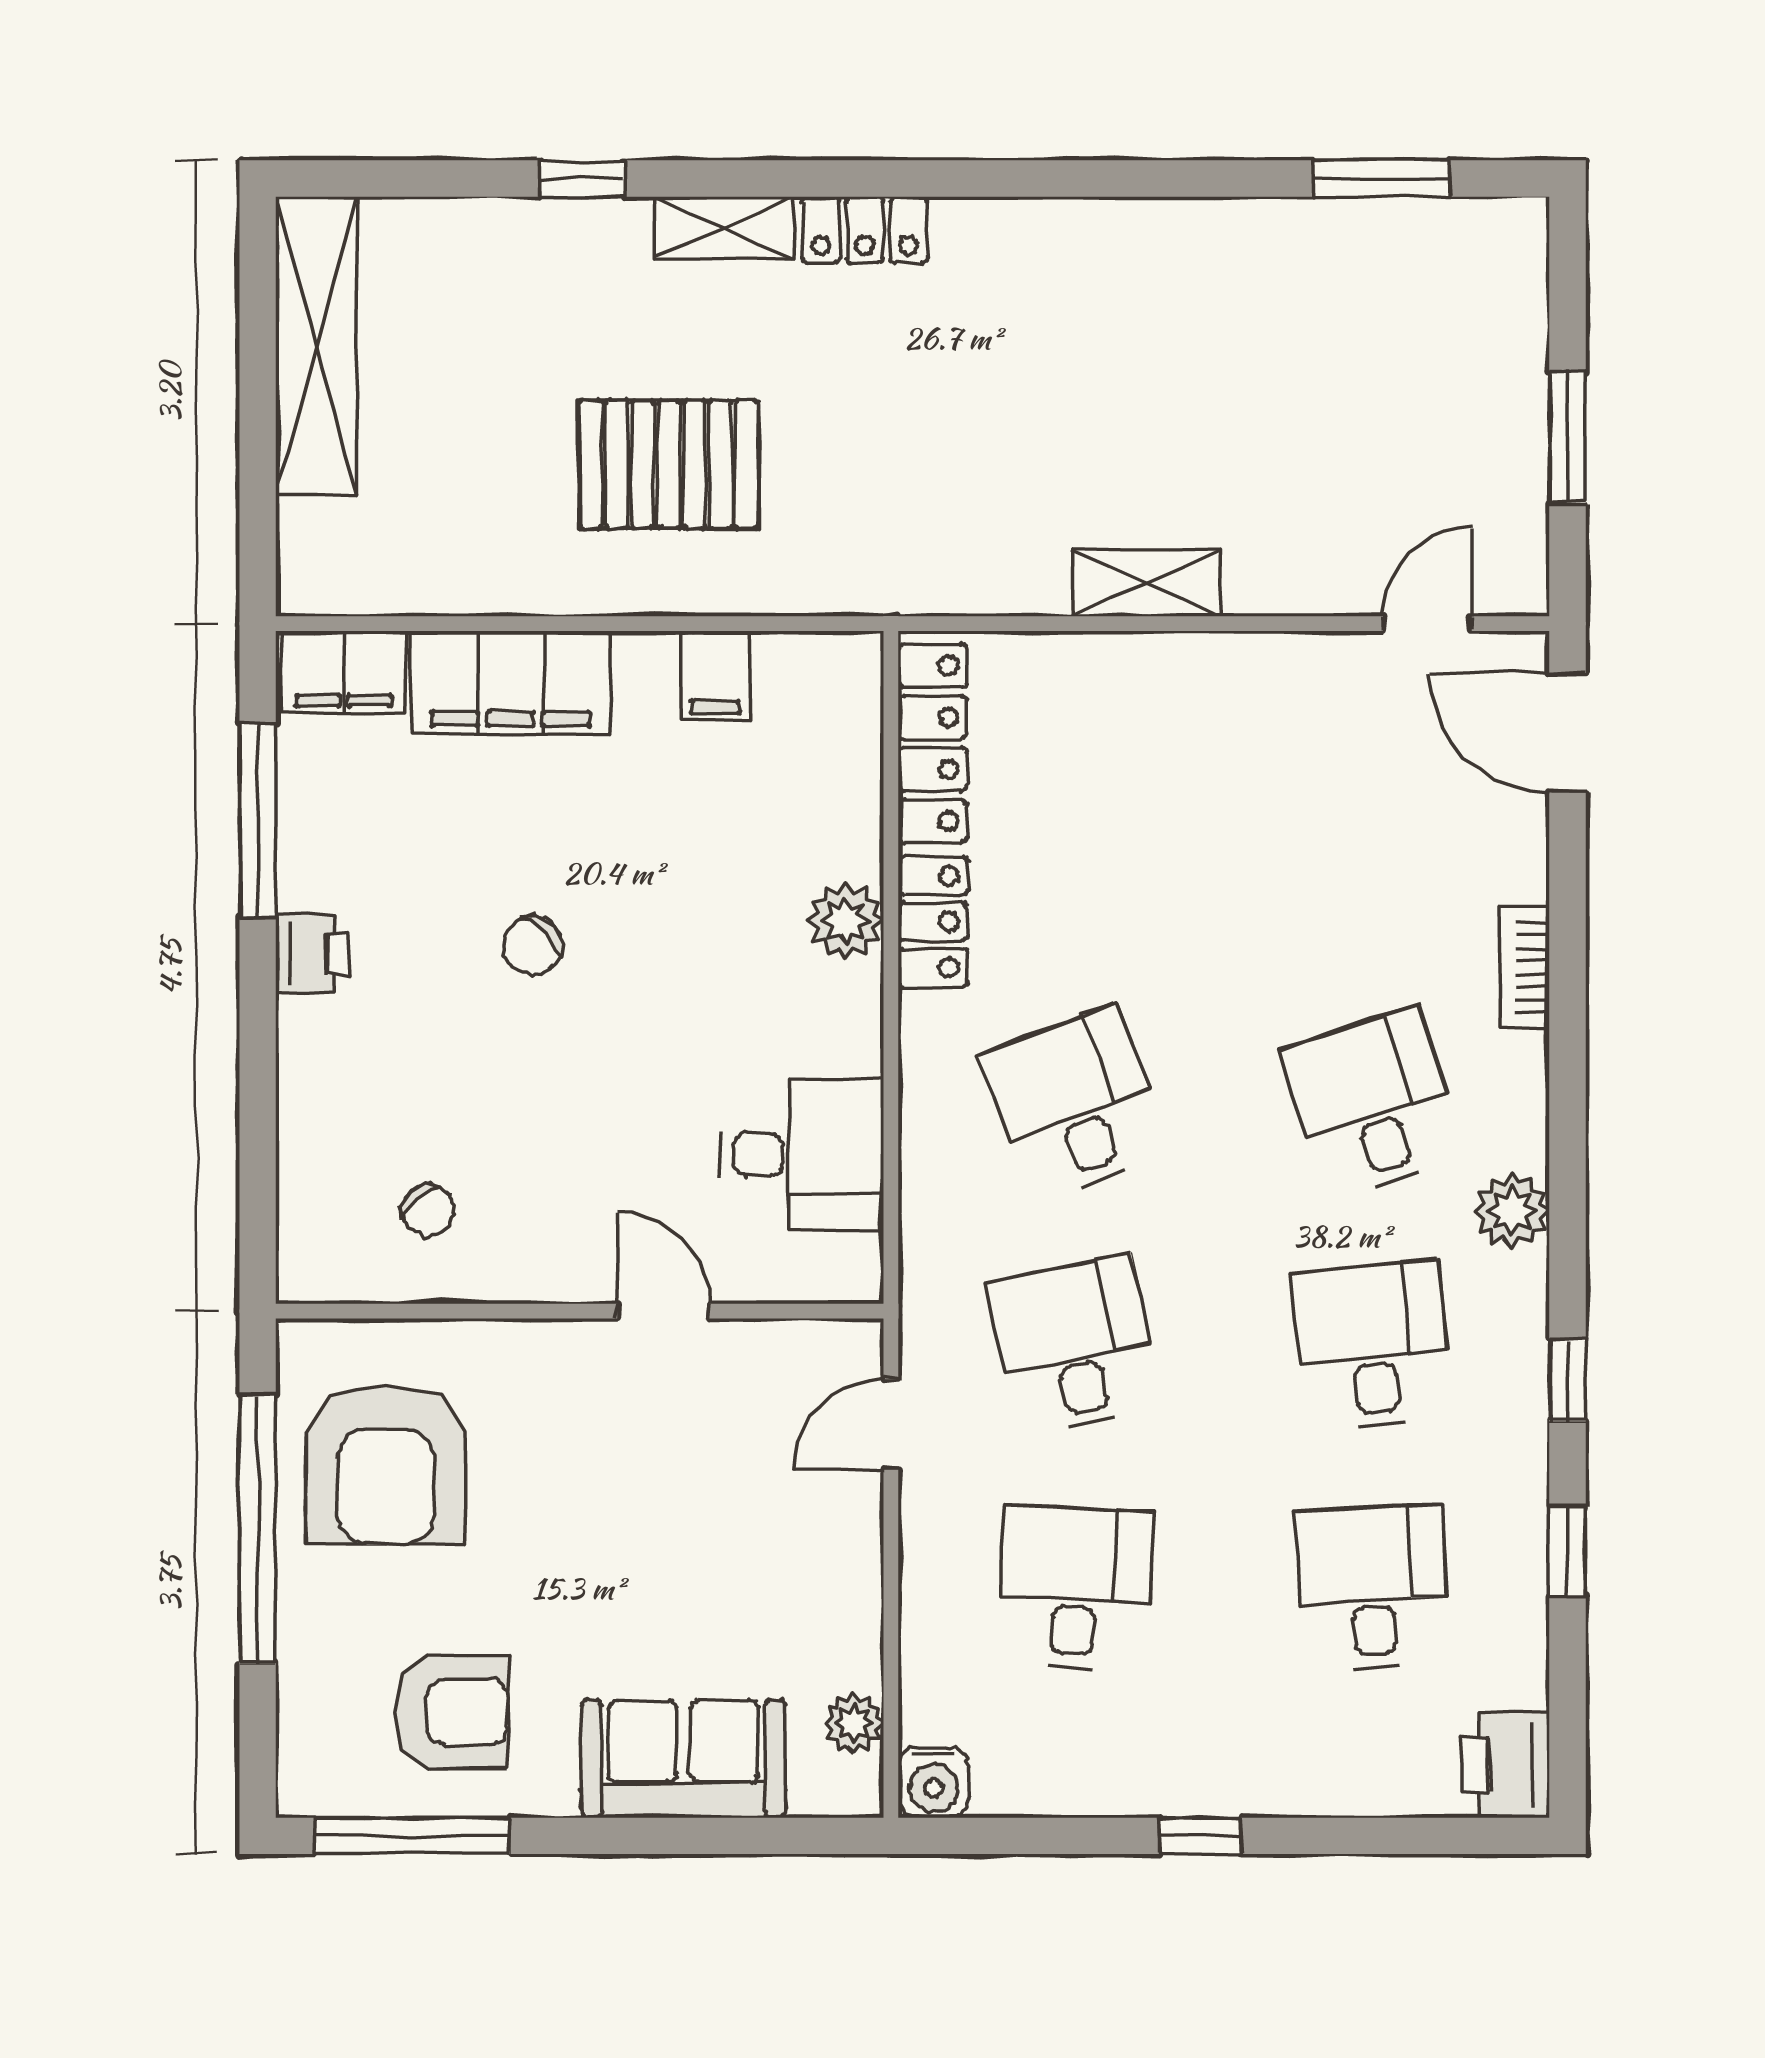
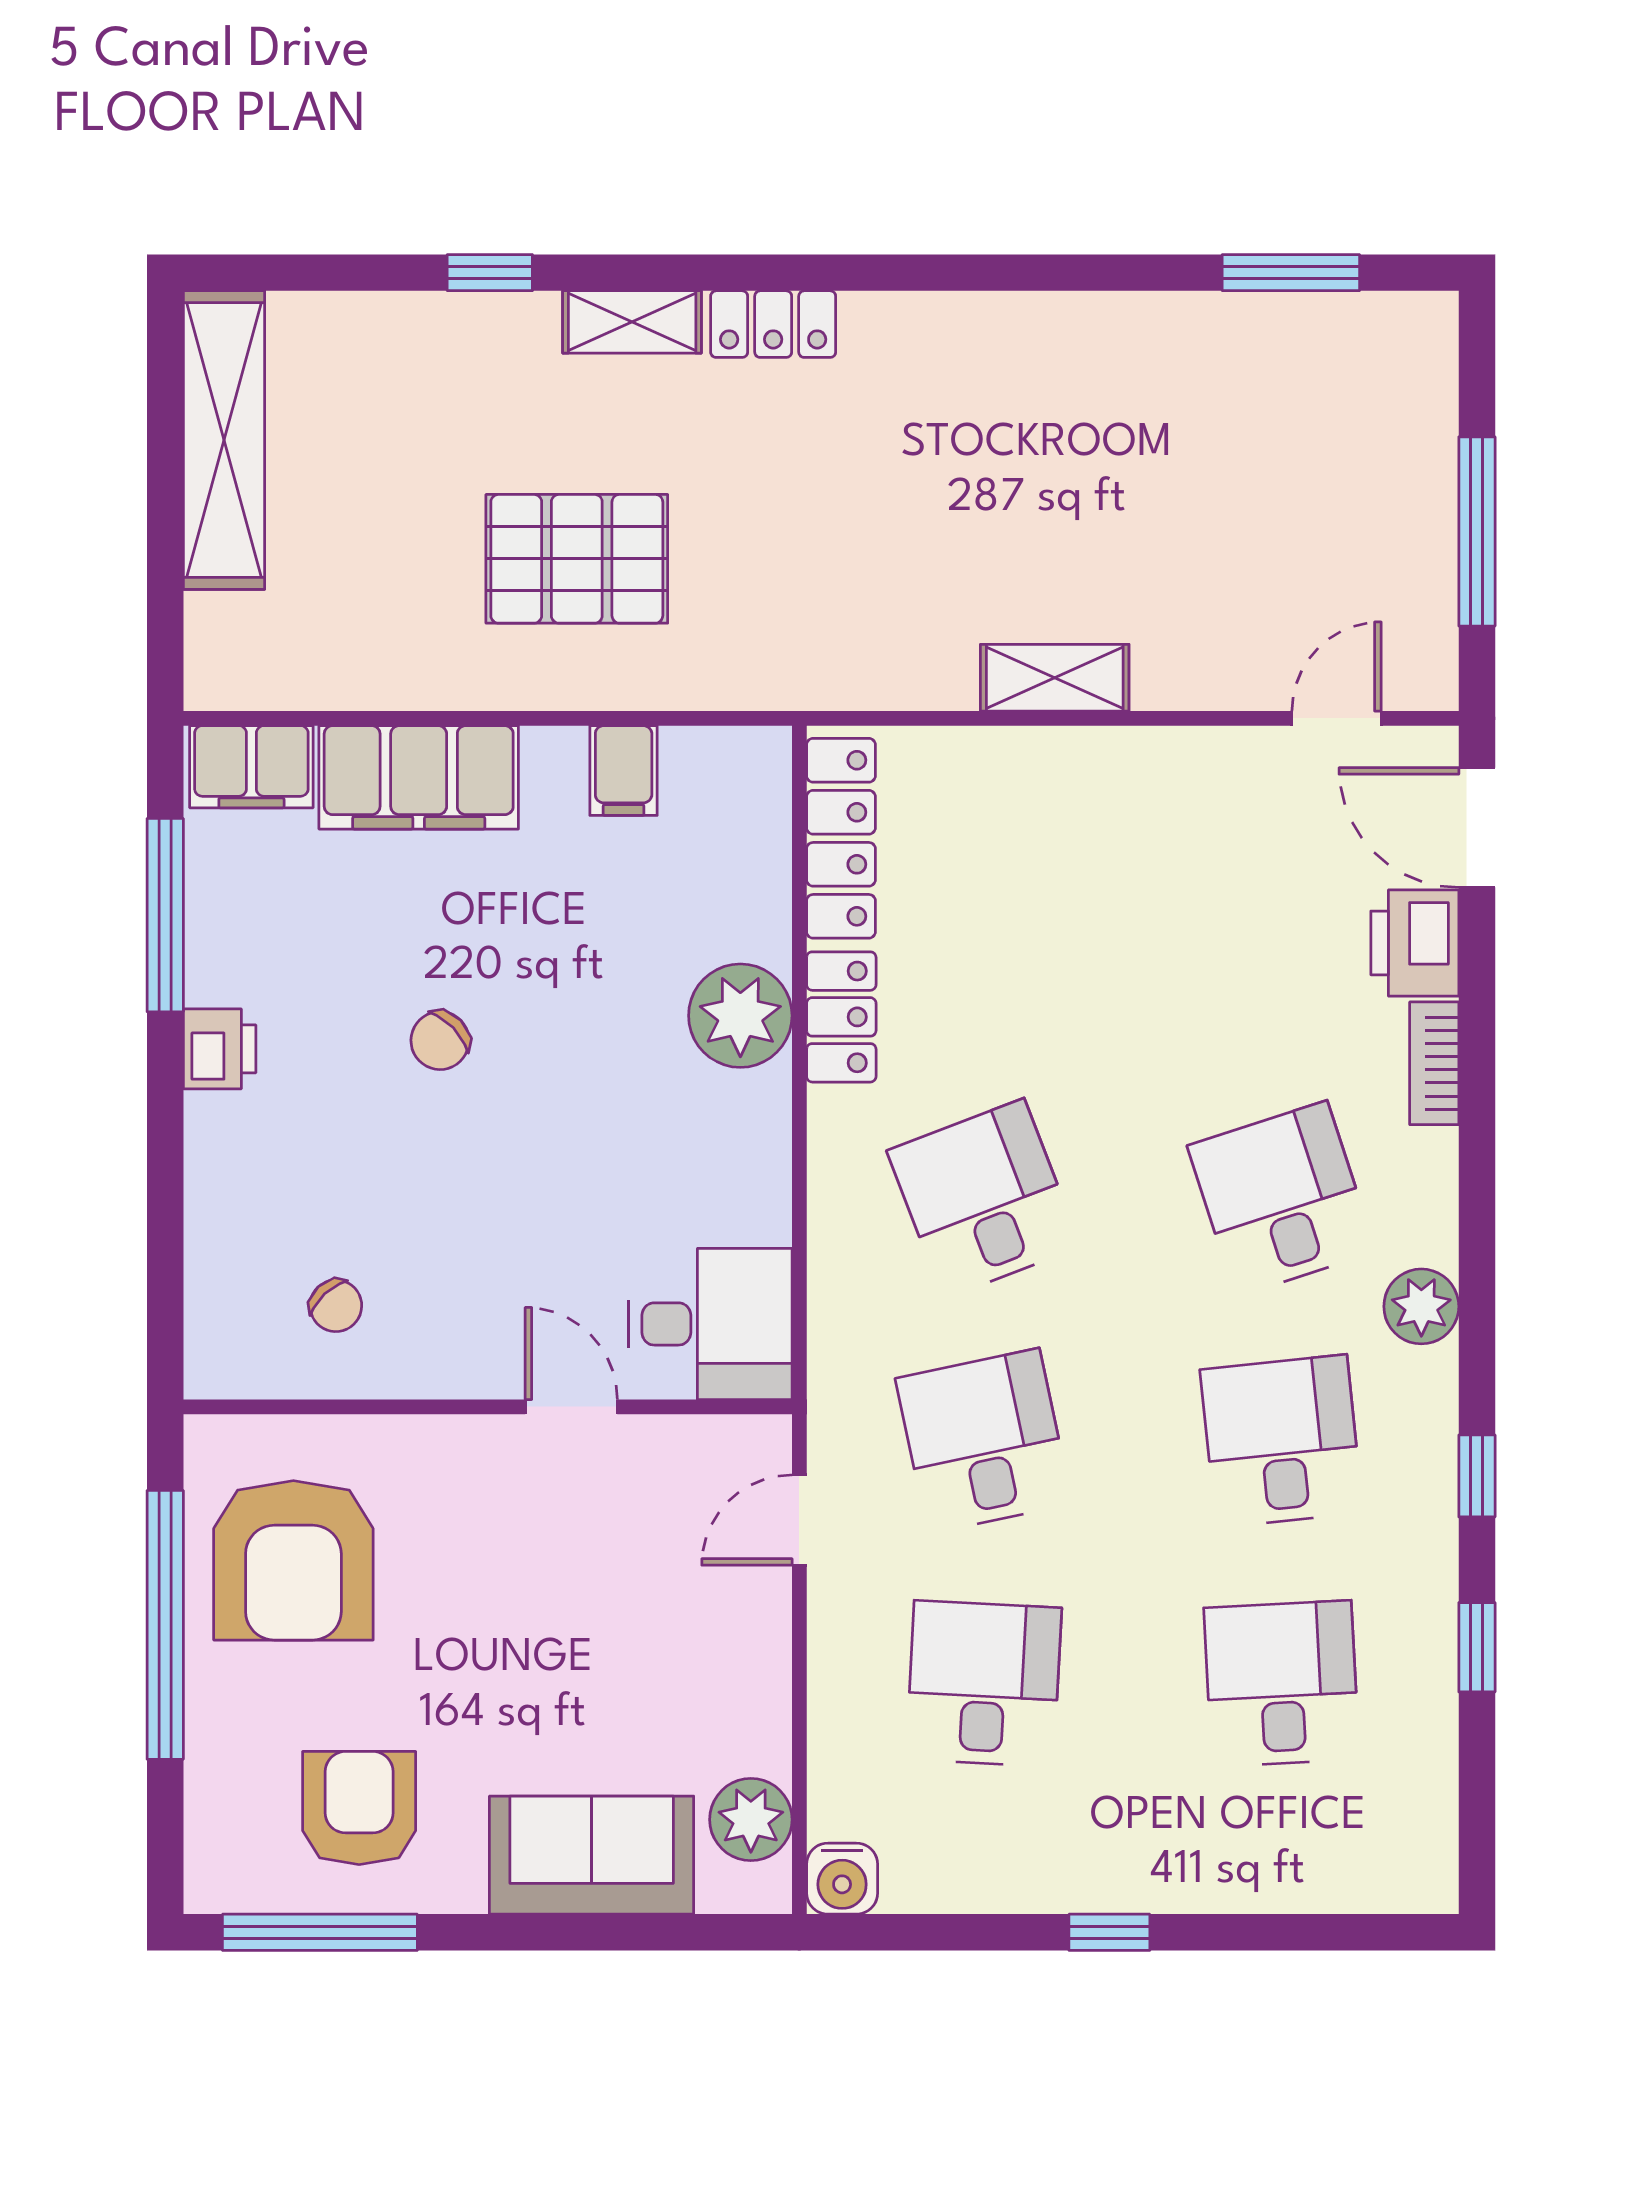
window: (1568, 437) -> (1477, 531), width x1.44
plant: (846, 921) -> (740, 1016), width x1.36, depth x1.36
desk: (802, 1154) -> (710, 1324), moved
armchair: (451, 1712) -> (359, 1808), turned -90
plant: (854, 1723) -> (751, 1820), width x1.38, depth x1.38
printer: (1506, 1765) -> (1415, 943), moved

